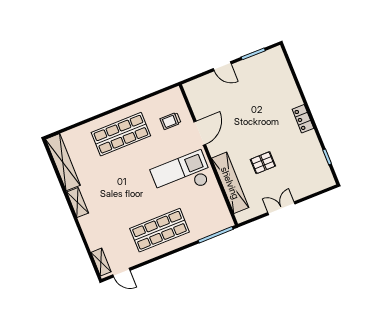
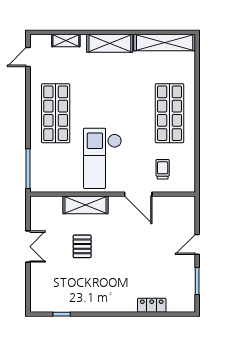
locker: (303, 119) -> (152, 305), moved
checkout: (182, 175) -> (102, 158), turned 180
shelving: (230, 183) -> (85, 205), width x0.68
shelving: (78, 202) -> (110, 43), width x1.50, depth x1.33
shelving: (101, 262) -> (66, 41), moved

